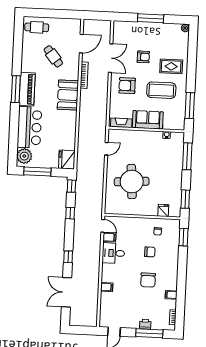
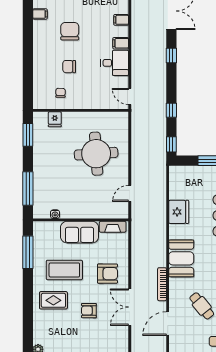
fridge: (67, 160) -> (179, 212), moved
filing cabinet: (109, 237) -> (121, 43), moved
window: (184, 237) -> (28, 87), removed

